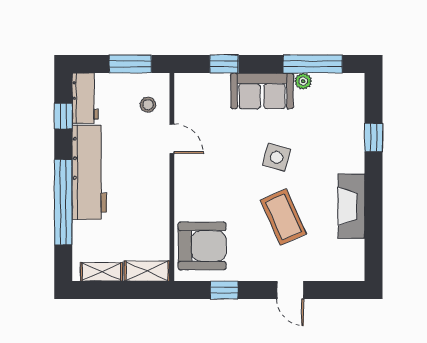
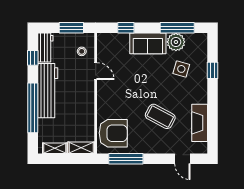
plant: (303, 81) -> (176, 42), width x1.87, depth x1.87
side table: (277, 157) -> (181, 69), moved
fireplace: (351, 206) -> (200, 123), moved
coffee table: (283, 217) -> (160, 116), turned -38
window: (224, 290) -> (126, 159), width x2.17
door: (290, 290) -> (182, 159), moved

